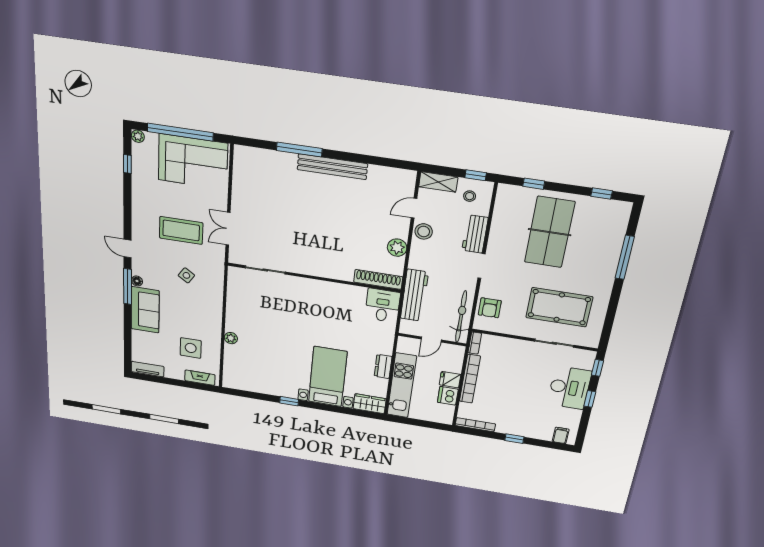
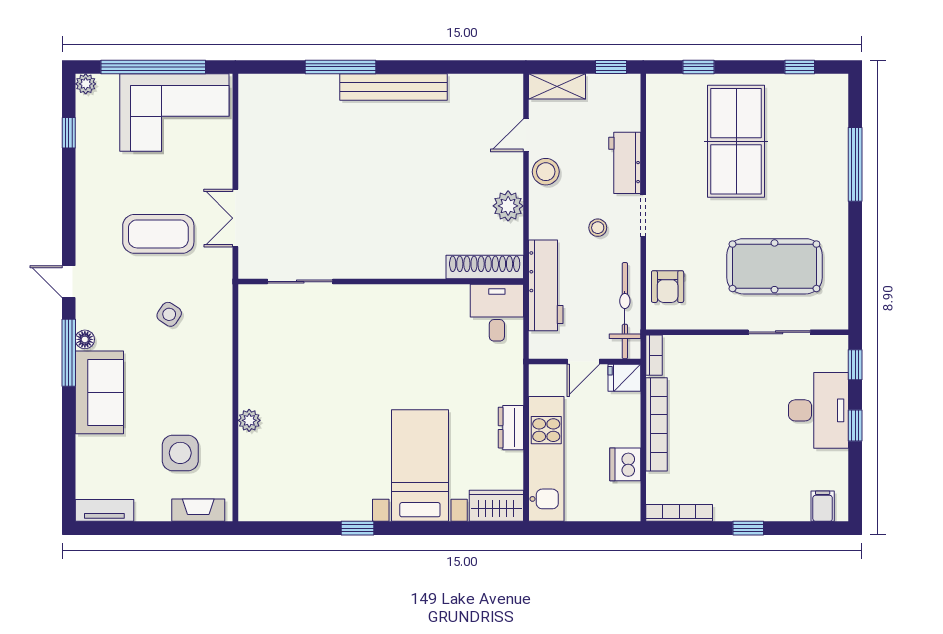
stool: (470, 196) -> (598, 228), moved
fridge: (450, 380) -> (624, 378), moved

